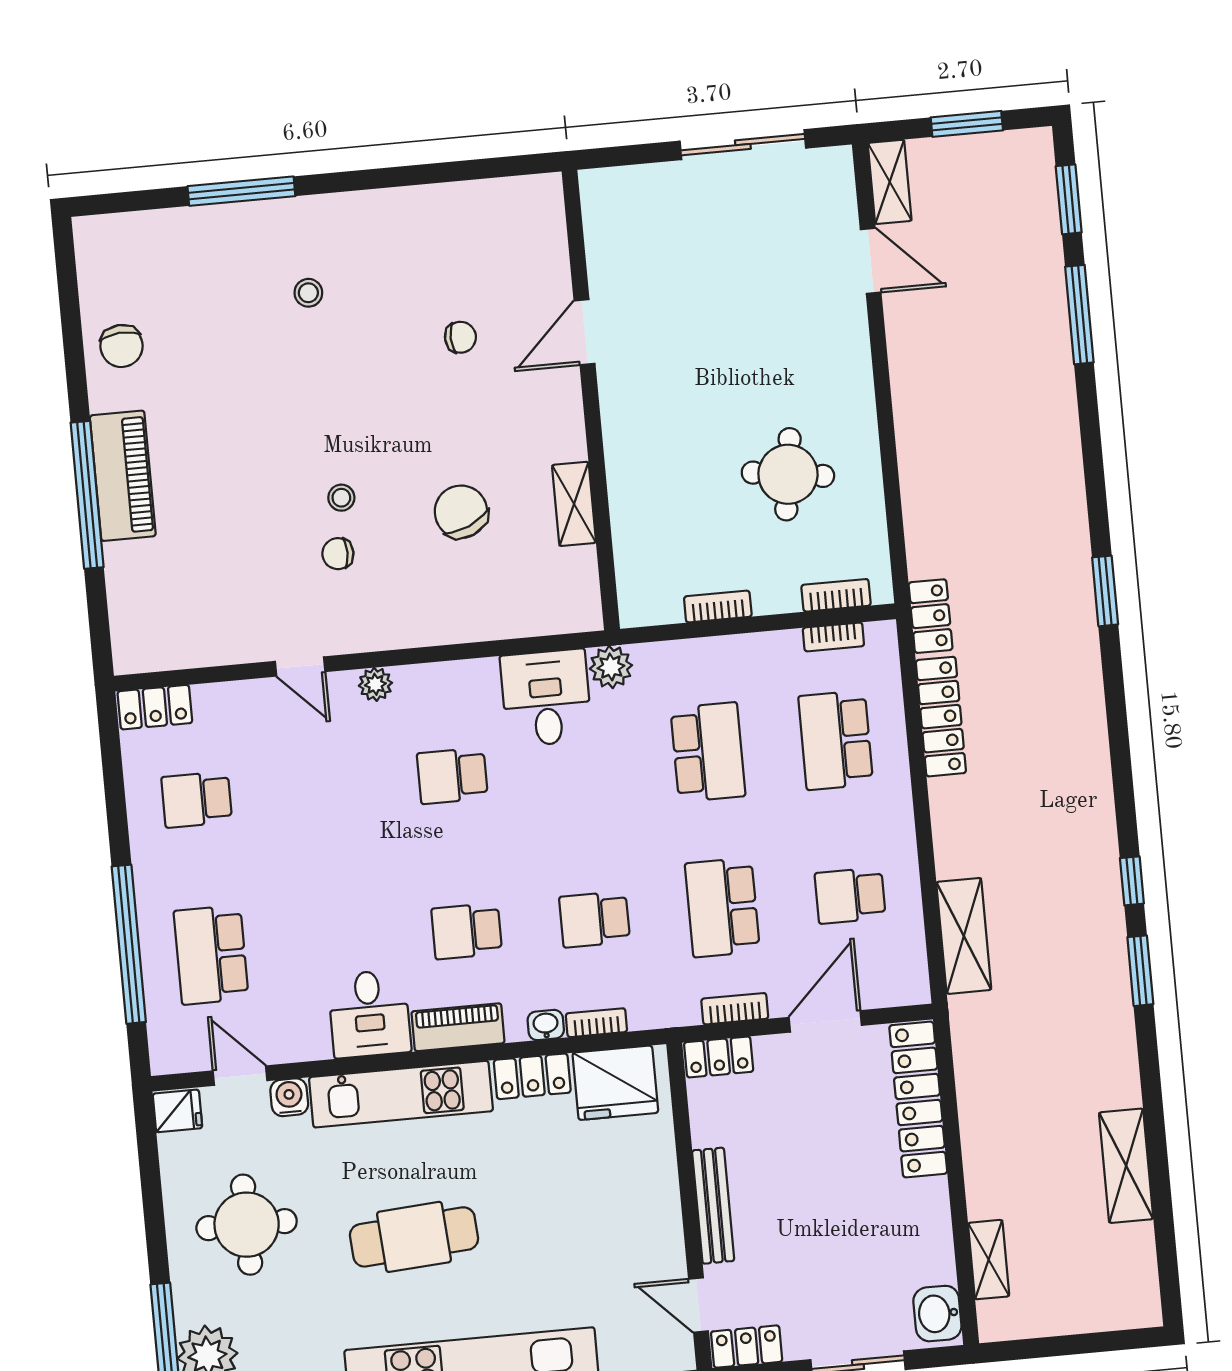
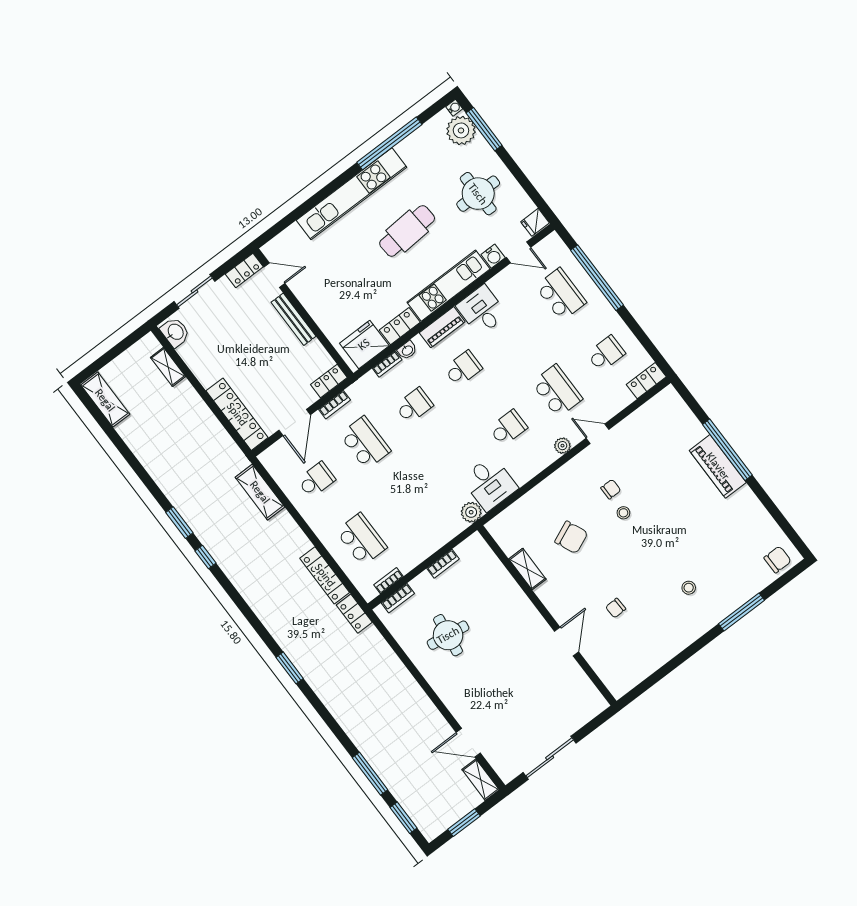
chair: (122, 346) -> (778, 560), moved, turned 94
school desk: (708, 752) -> (557, 391), moved, turned 180
shelving: (1126, 1166) -> (105, 400), moved

